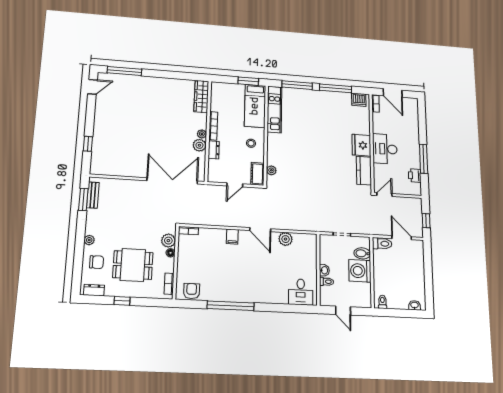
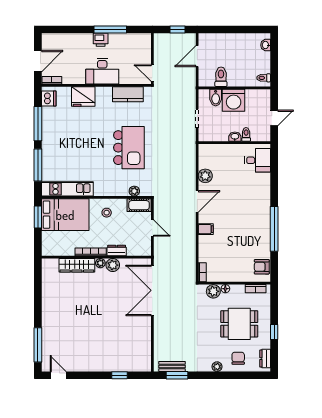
wardrobe: (201, 96) -> (77, 265), moved
bed: (255, 106) -> (65, 215), width x1.50
fridge: (361, 145) -> (83, 97), moved
kitchen island: (313, 168) -> (129, 148), added
printer: (415, 176) -> (101, 40), moved
toilet: (382, 244) -> (221, 77), moved
dining table: (133, 265) -> (239, 324), turned 90

